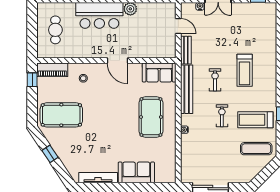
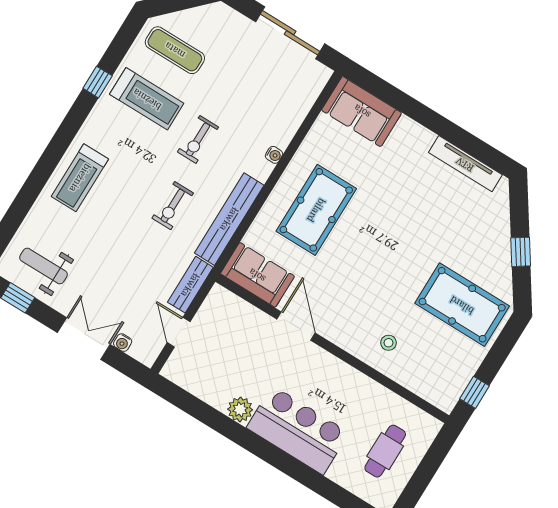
weight bench: (255, 18) -> (44, 266), added
door: (117, 61) -> (296, 326), moved
piano: (52, 70) -> (431, 388), removed
treadmill: (245, 70) -> (80, 178), moved, turned 180
sofa: (136, 172) -> (362, 111), moved

